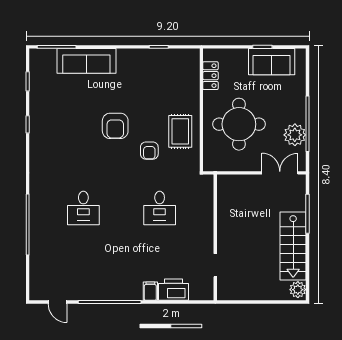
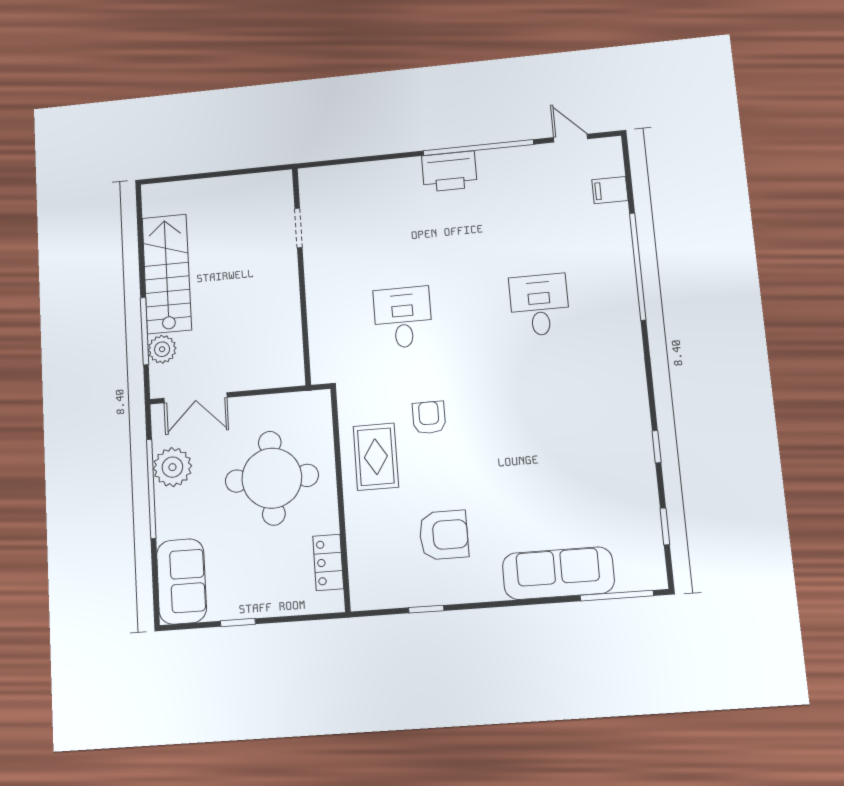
sofa: (272, 62) -> (181, 581), moved, turned 90
armchair: (115, 126) -> (444, 535), moved, turned 90
printer: (173, 290) -> (449, 171), moved
plant: (298, 290) -> (162, 349), moved
filing cabinet: (150, 291) -> (610, 190), moved, turned 90

